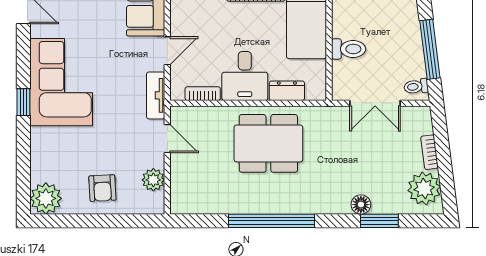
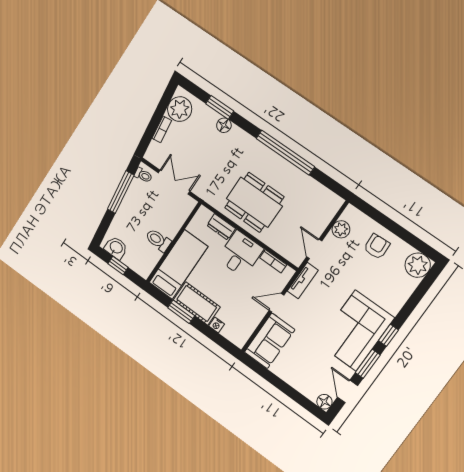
toilet: (349, 49) -> (158, 240), moved
window: (23, 56) -> (368, 364), added

